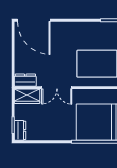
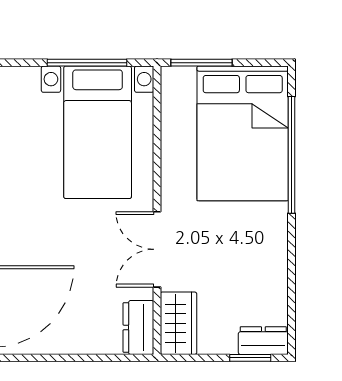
double door: (57, 88) -> (157, 249), swing flipped

